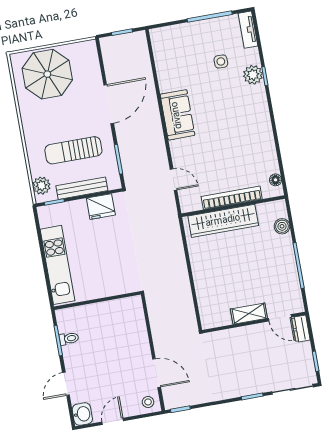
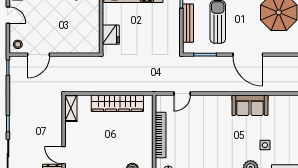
sofa: (177, 115) -> (250, 105), moved
fridge: (101, 207) -> (111, 35), moved, turned 180
wardrobe: (223, 221) -> (117, 103), moved, turned -90
shelving: (249, 314) -> (71, 108), moved
door: (280, 318) -> (64, 155), hinge flipped

